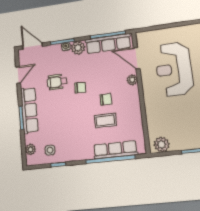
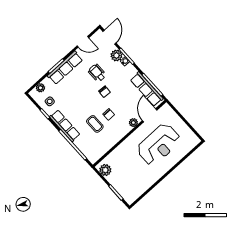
plant: (78, 48) -> (116, 55), moved
reception desk: (174, 69) -> (159, 144), turned 180
row of seats: (115, 150) -> (65, 126), moved

